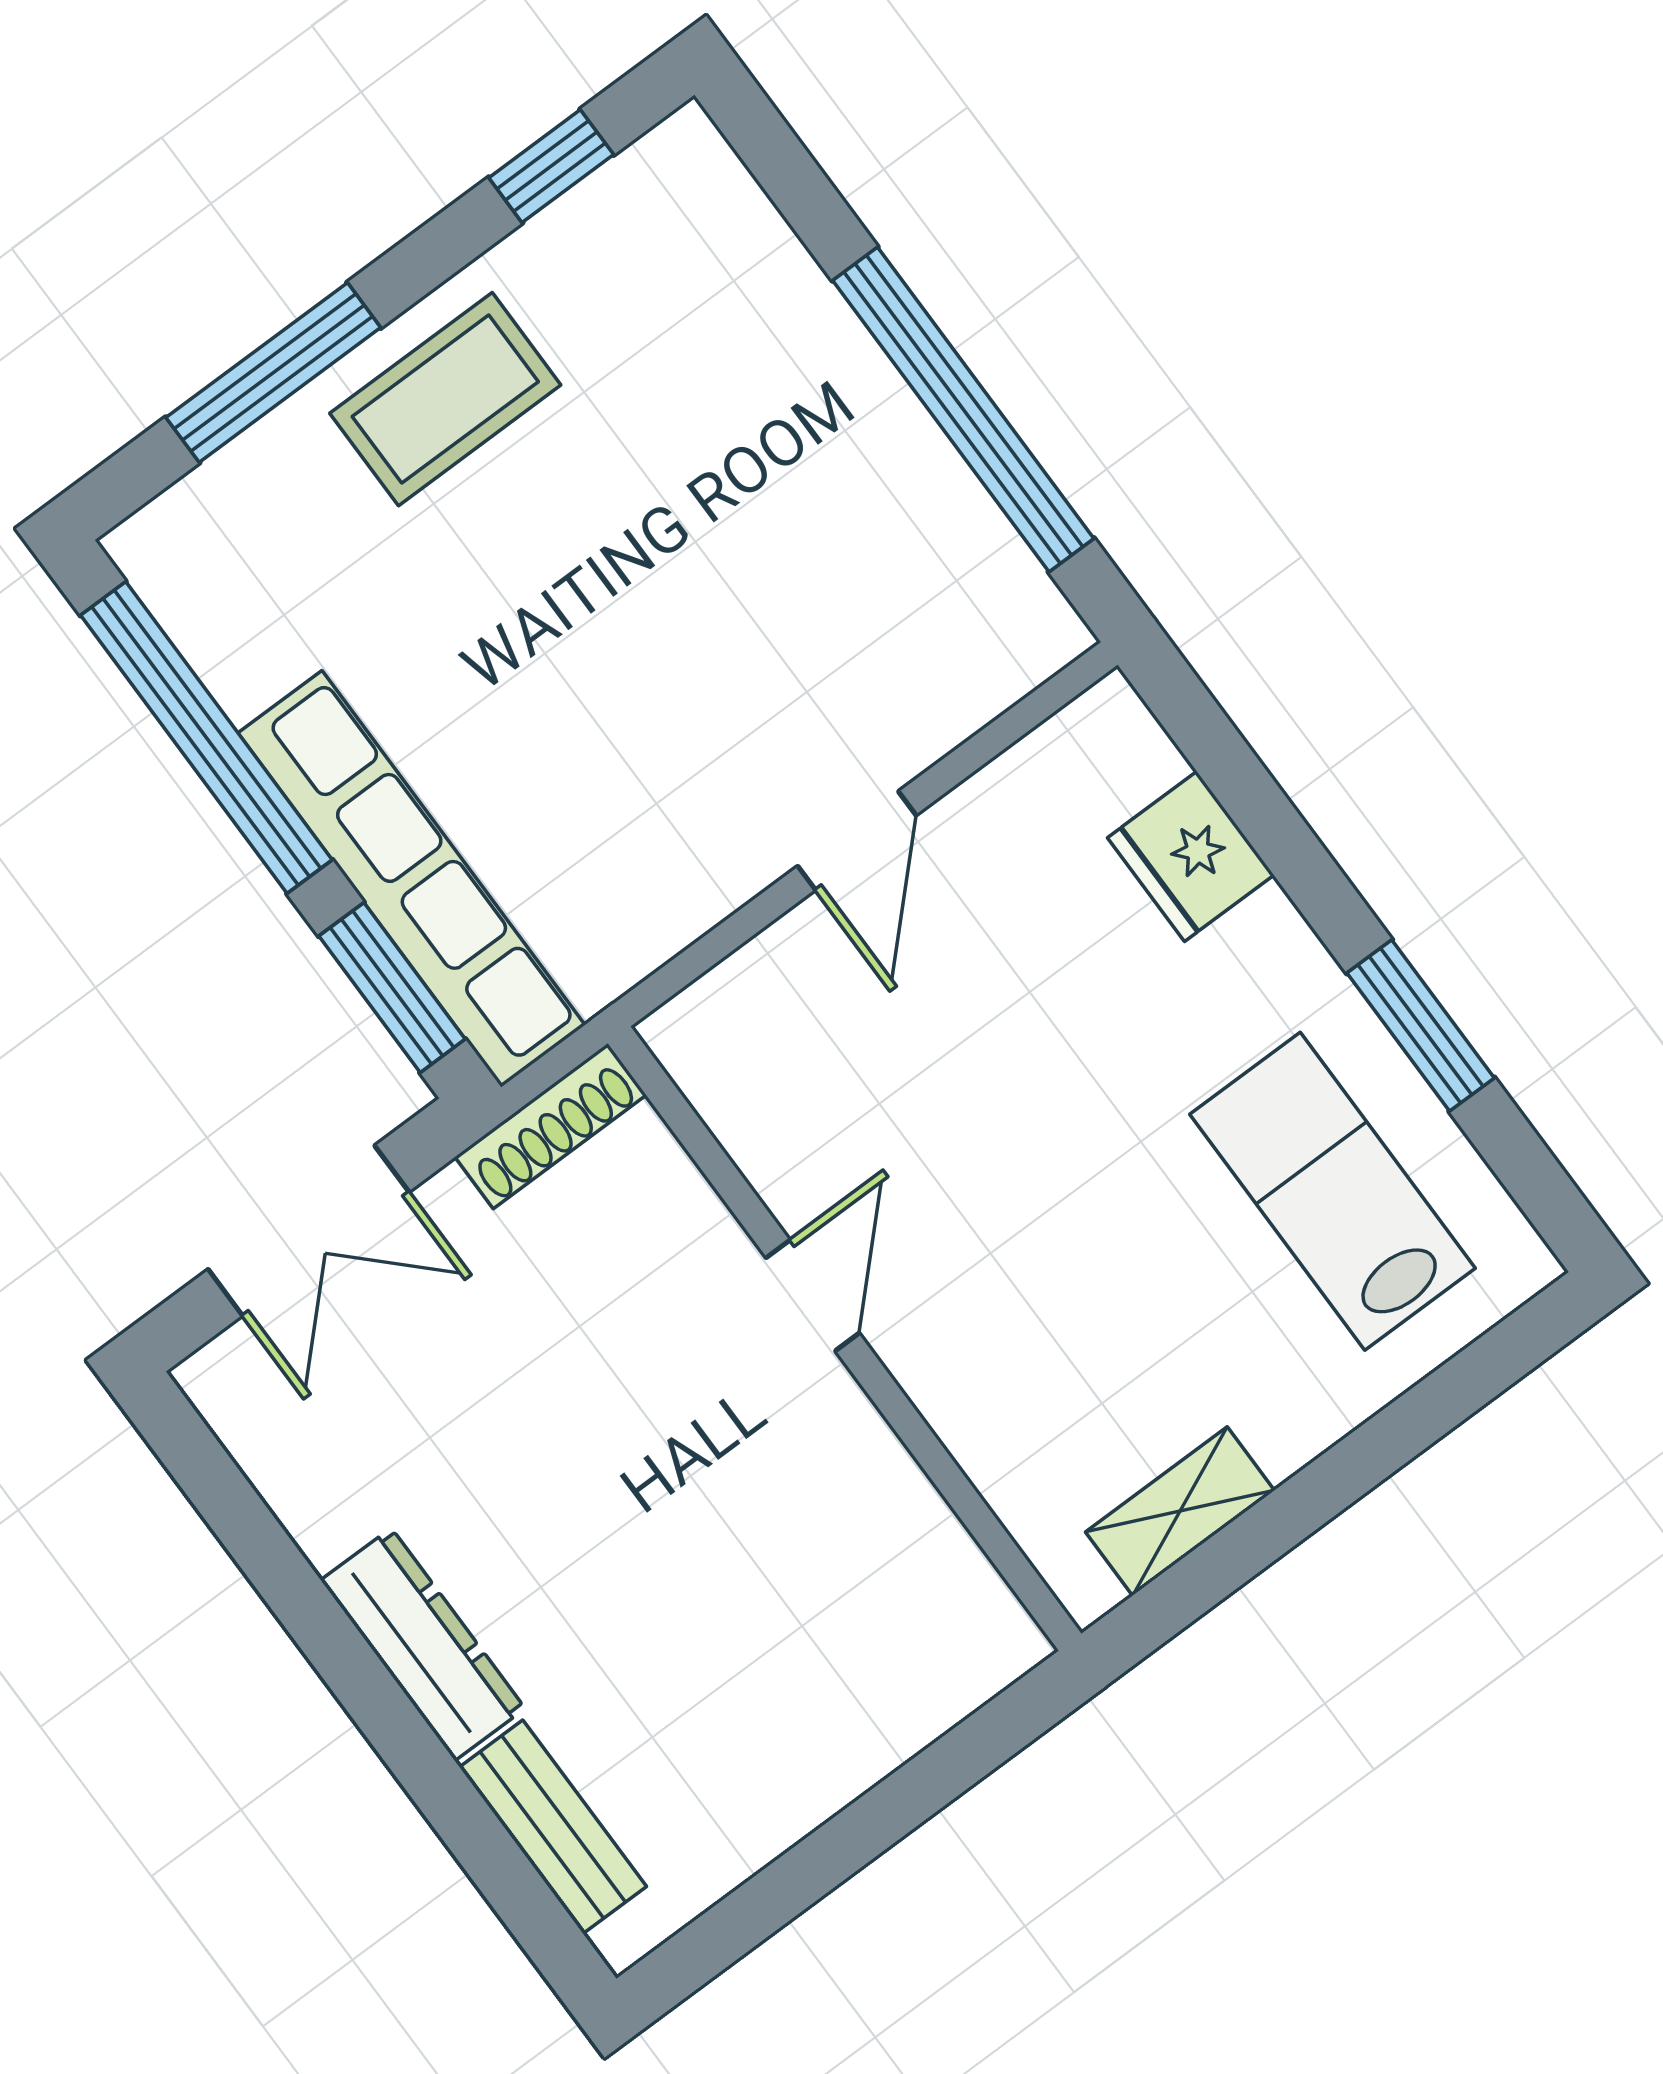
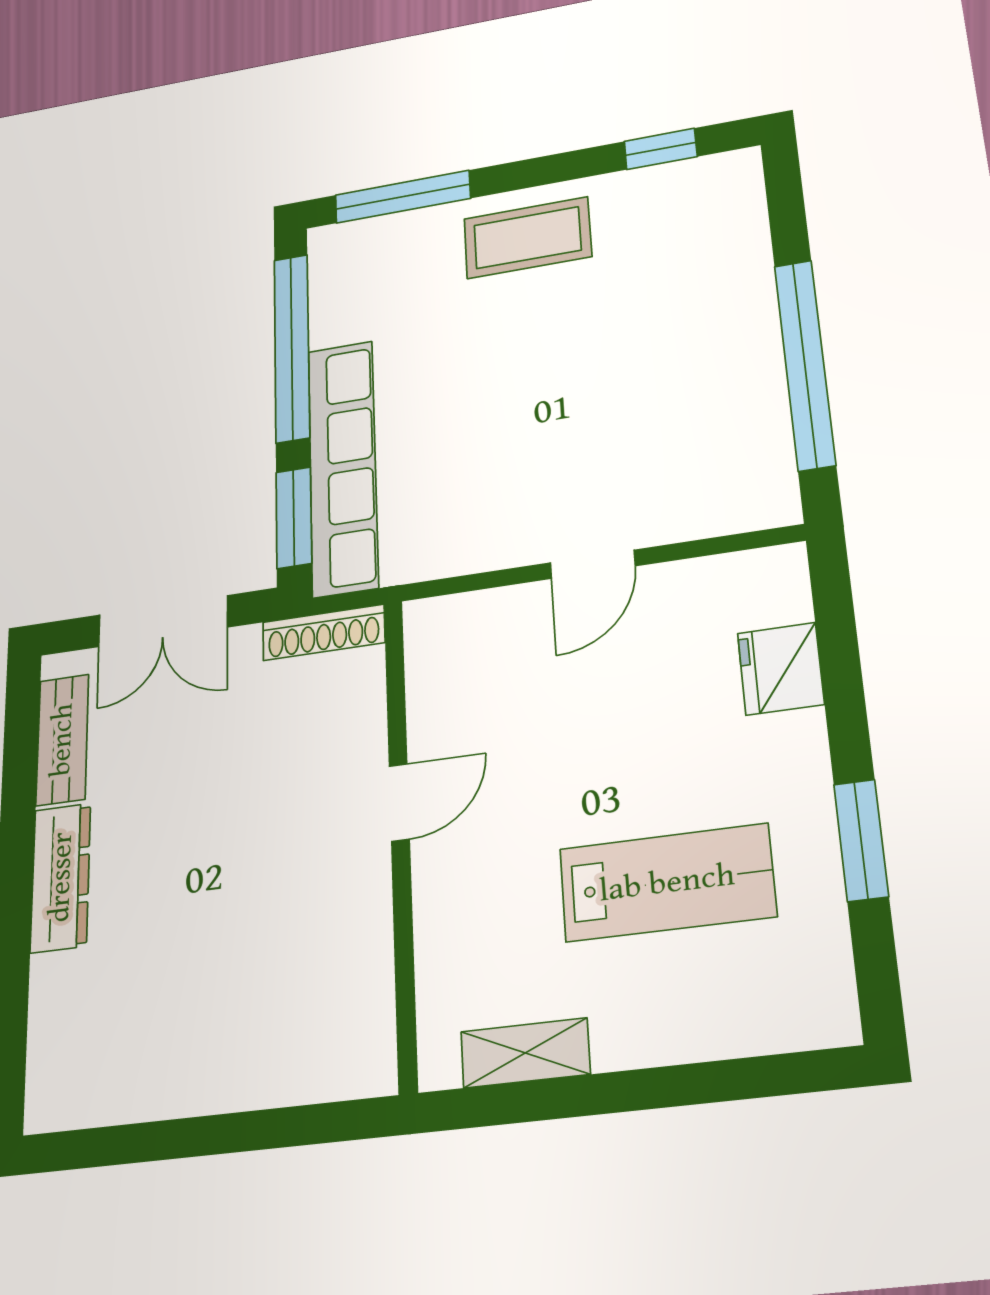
window: (273, 373) -> (403, 197), moved
lab bench: (1332, 1191) -> (667, 883), moved, turned 90
bench: (553, 1827) -> (62, 740), moved

